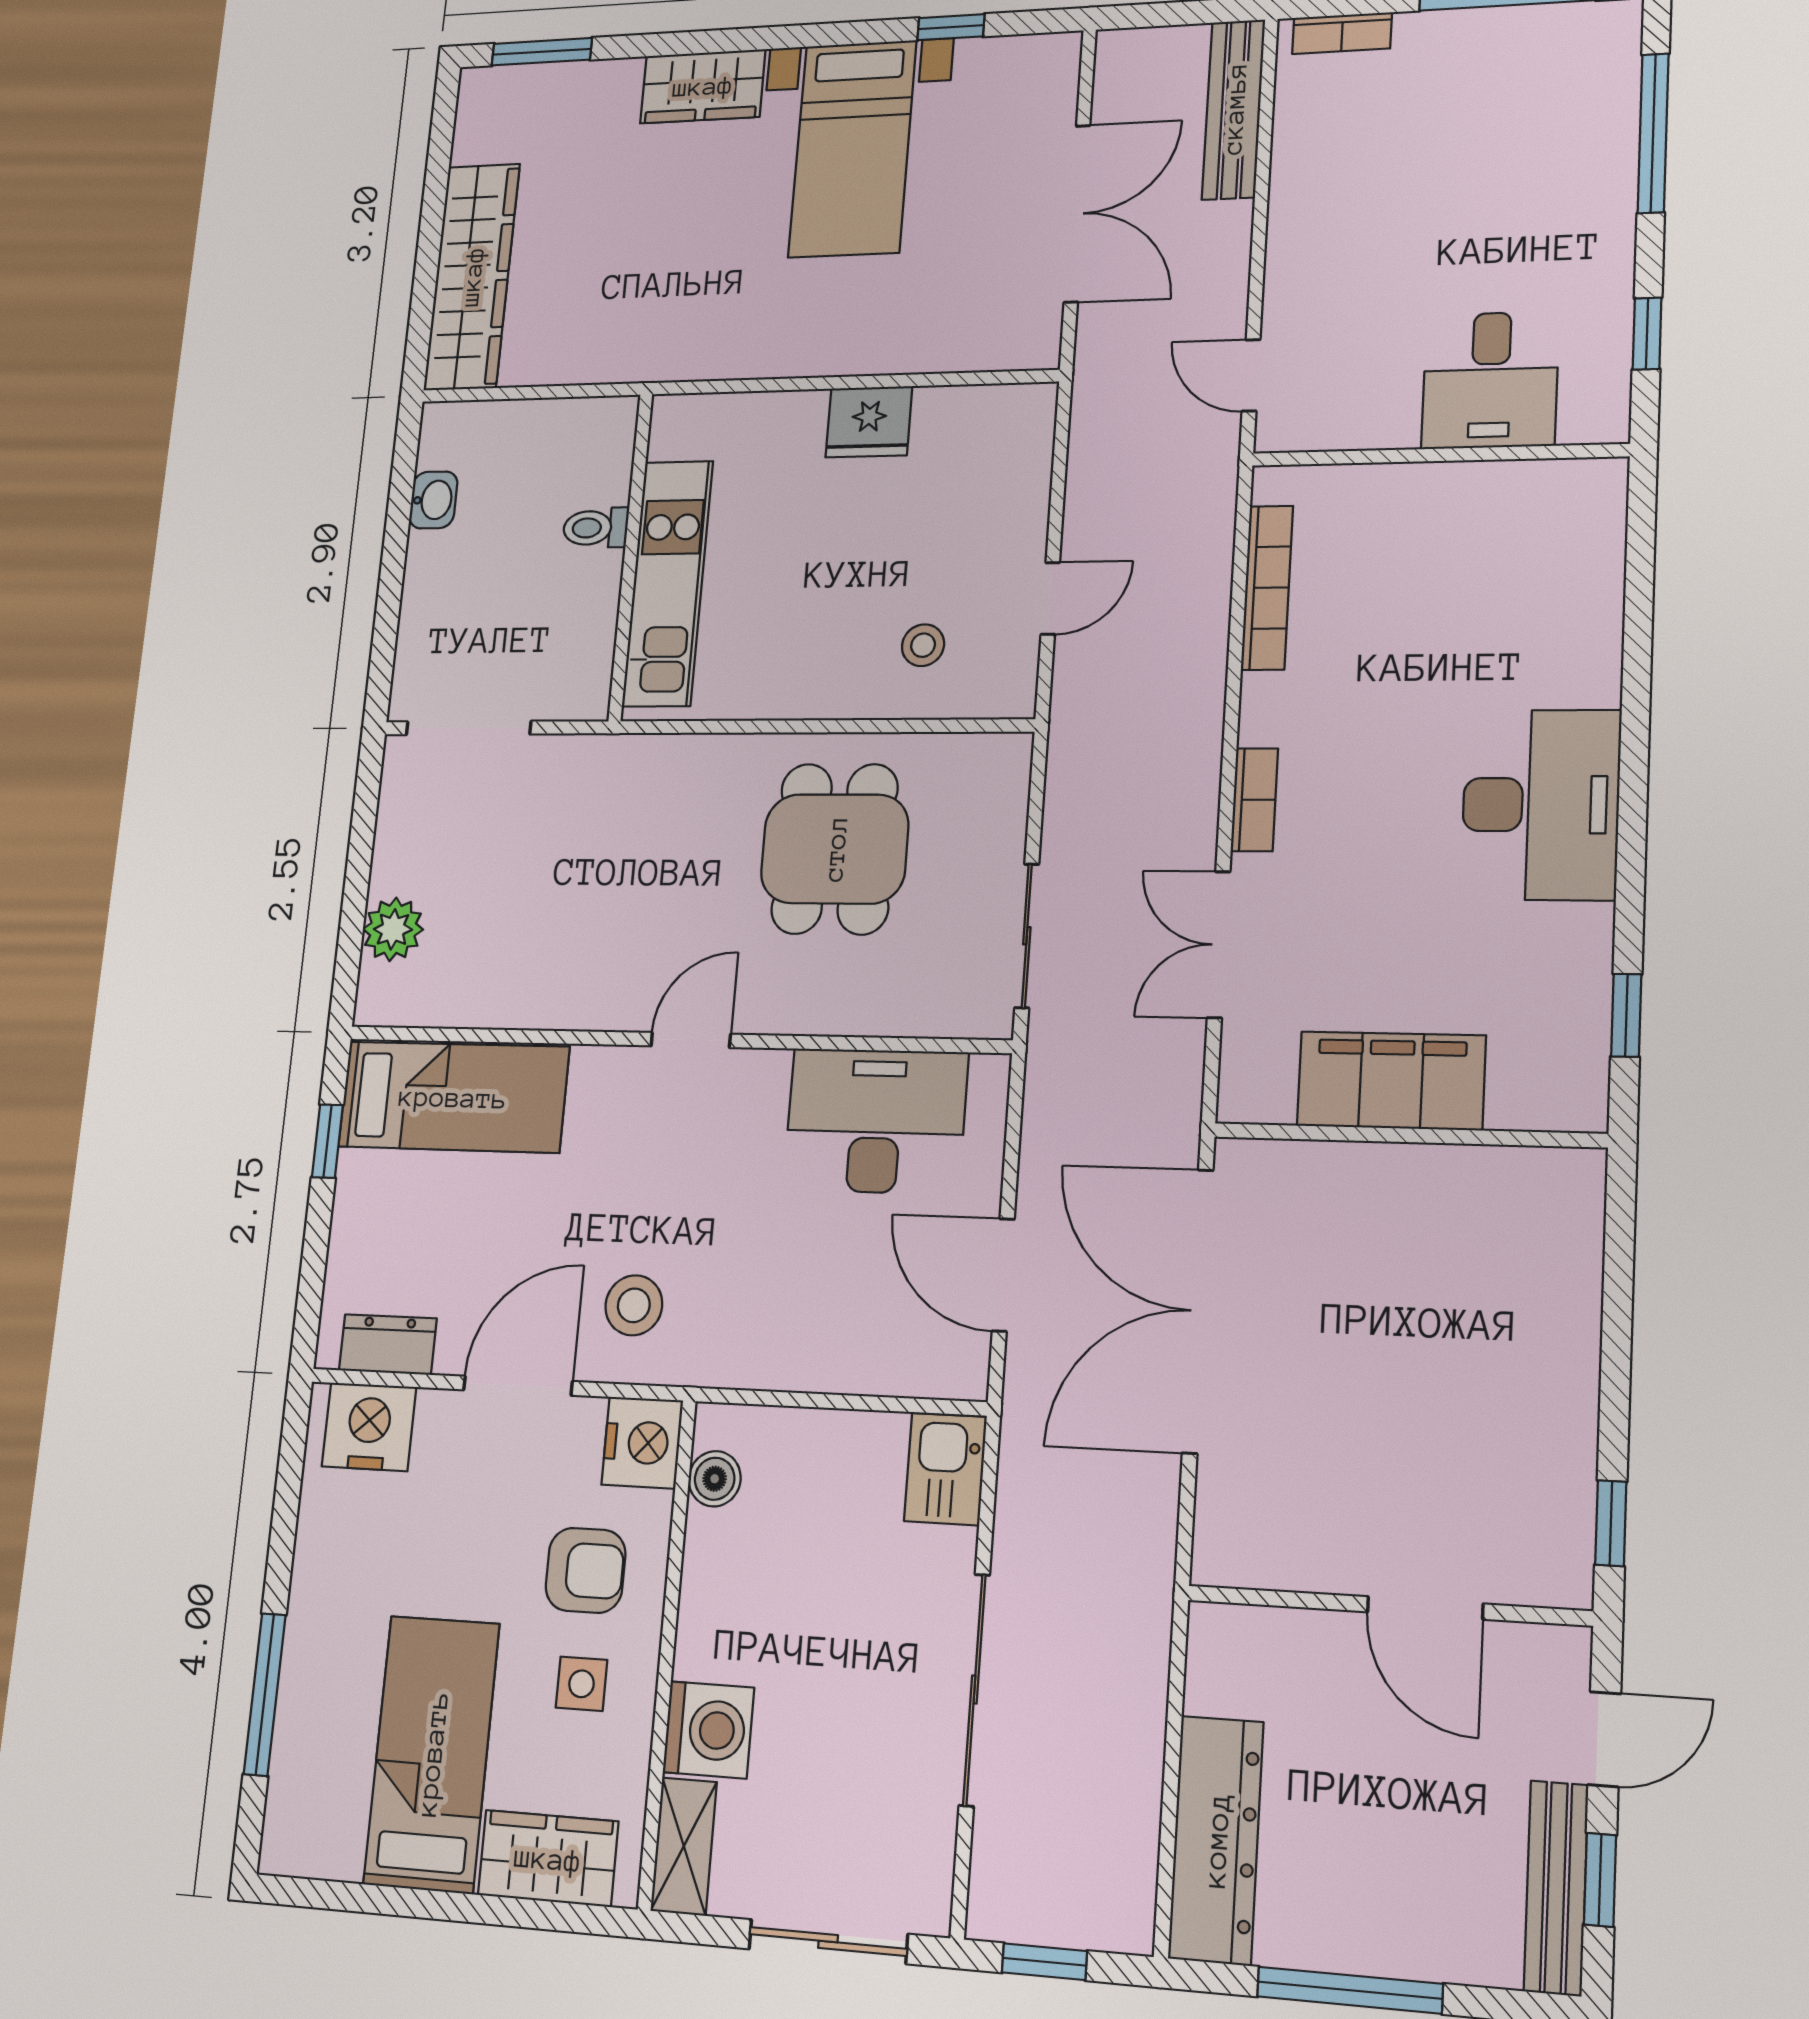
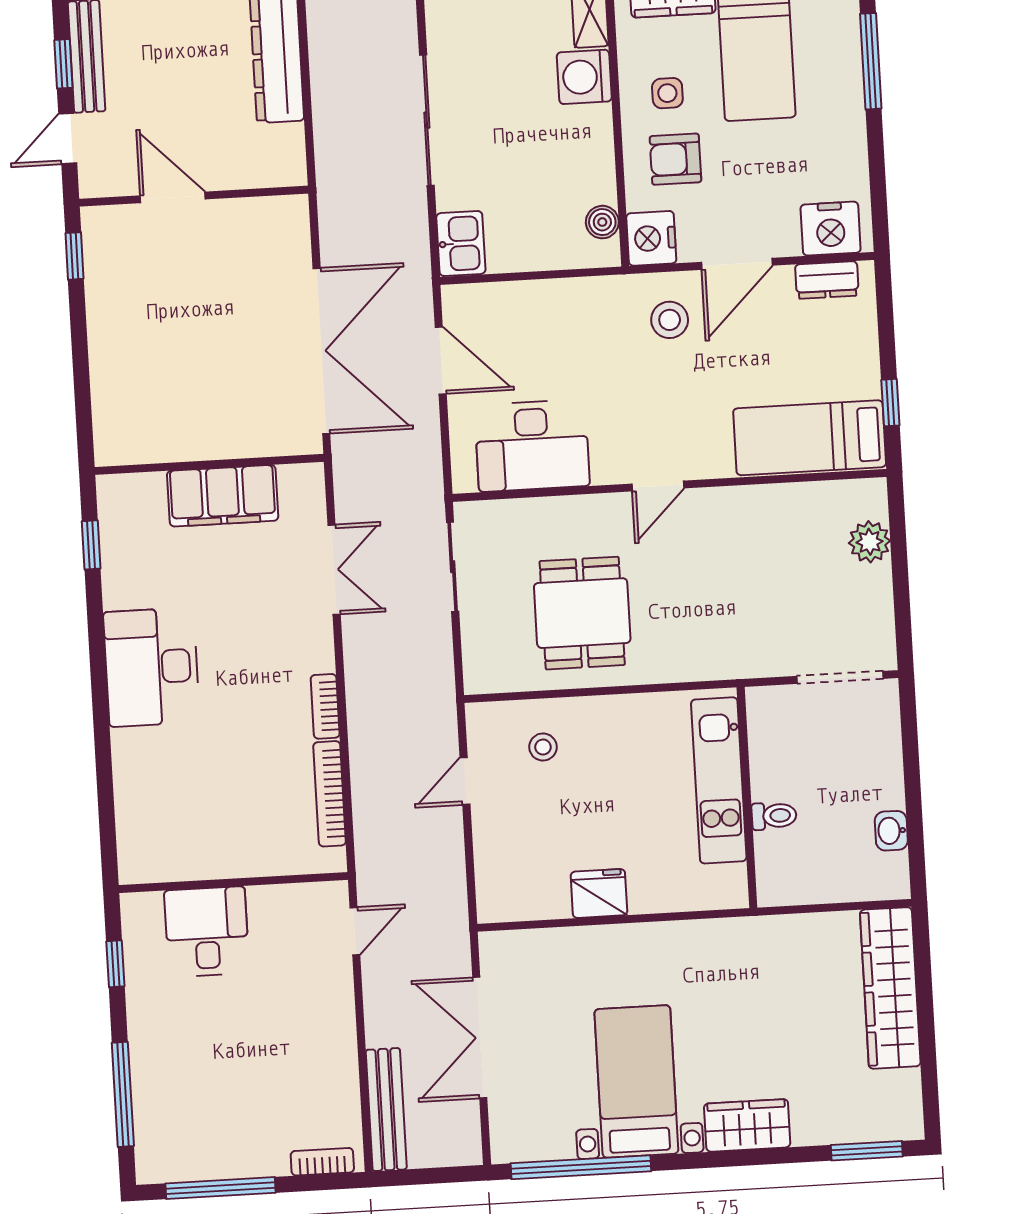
window: (951, 27) -> (581, 1167), width x3.17
door: (1251, 375) -> (355, 931), hinge flipped
bookcase: (1254, 800) -> (325, 706), moved

